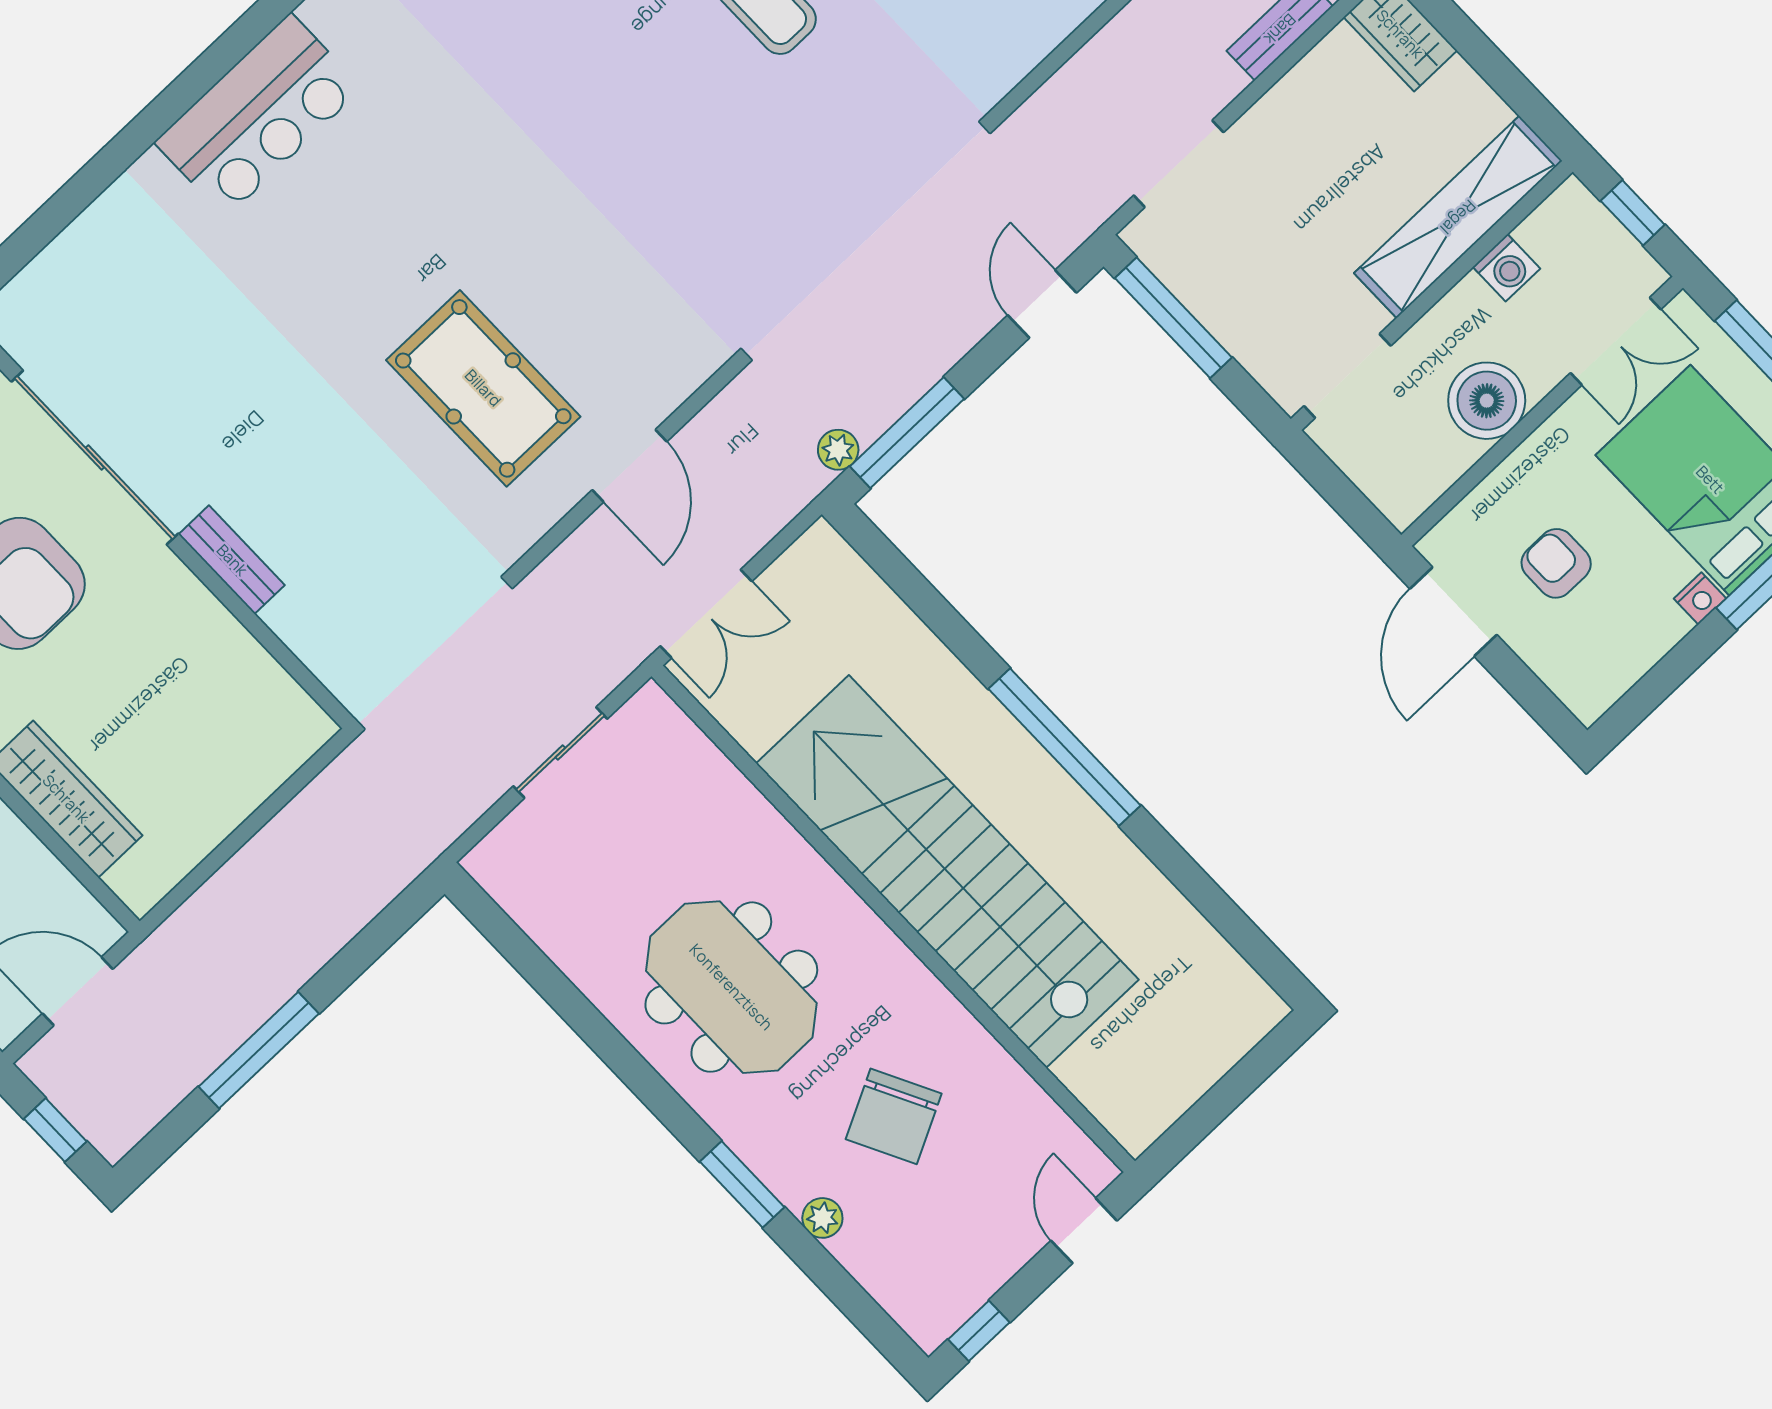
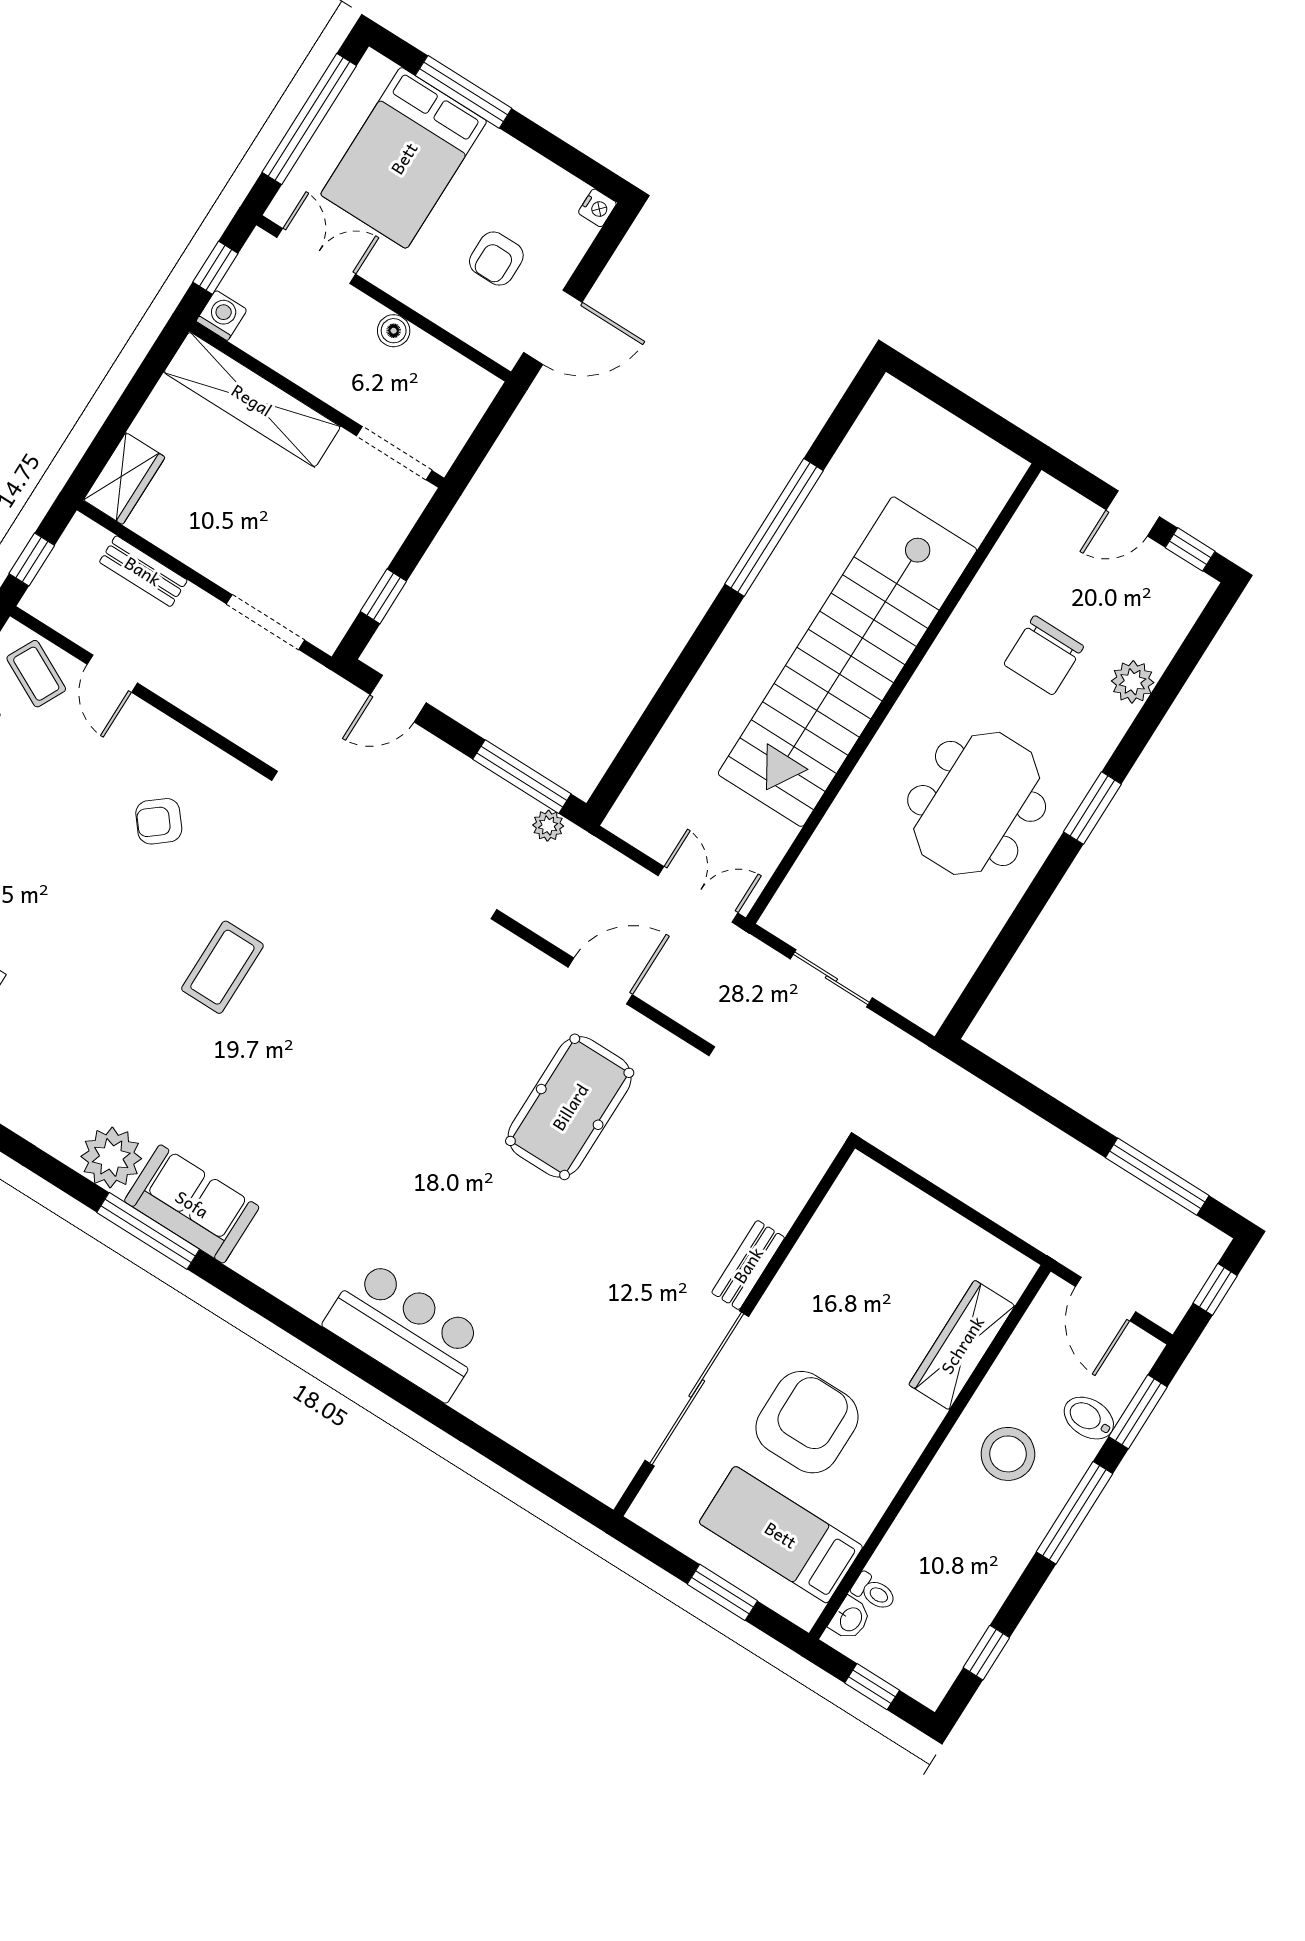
washing machine: (1506, 268) -> (222, 315), moved
window: (1173, 318) -> (383, 596), width x0.46
boiler: (1487, 401) -> (394, 331), width x0.54, depth x0.54
nightstand: (1700, 598) -> (597, 208), moved, turned 90
window: (1065, 747) -> (774, 527), moved
window: (259, 1050) -> (1157, 1177), moved
chair: (894, 1116) -> (1044, 655), turned 117
window: (742, 1184) -> (1092, 808), moved
plant: (822, 1218) -> (1133, 682), width x1.38, depth x1.38
door: (1084, 1231) -> (1133, 513), moved

